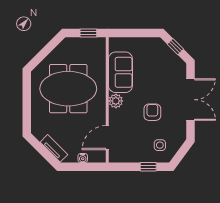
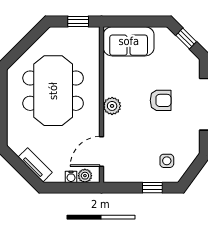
sofa: (120, 72) -> (129, 41), moved, turned 90
meeting table: (68, 89) -> (53, 91), turned 90
armchair: (152, 112) -> (161, 100), moved, turned 90
plant: (94, 157) -> (85, 176), added

